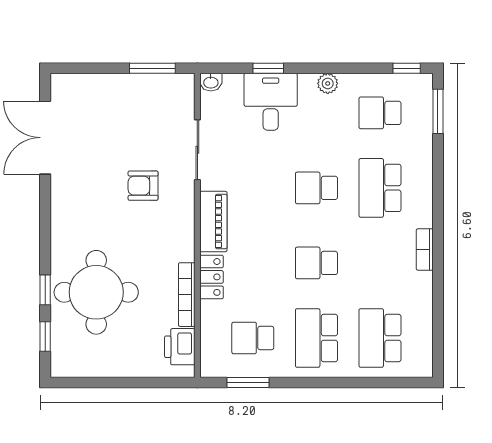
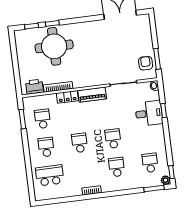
plant: (328, 83) -> (166, 180), moved
armchair: (143, 186) -> (146, 63), moved
school desk: (380, 188) -> (117, 167), width x0.54
school desk: (316, 338) -> (46, 147), width x0.54

